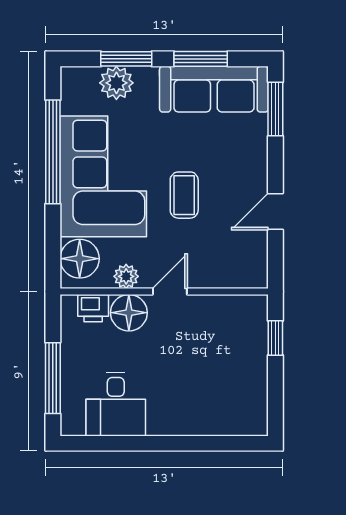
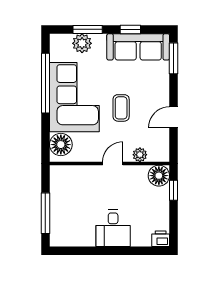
window: (201, 59) -> (130, 29), width x0.67
plant: (126, 276) -> (140, 155), moved
printer: (93, 308) -> (161, 239), moved, turned 180
floor lamp: (129, 313) -> (159, 176), moved
desk: (116, 404) -> (113, 228), moved

